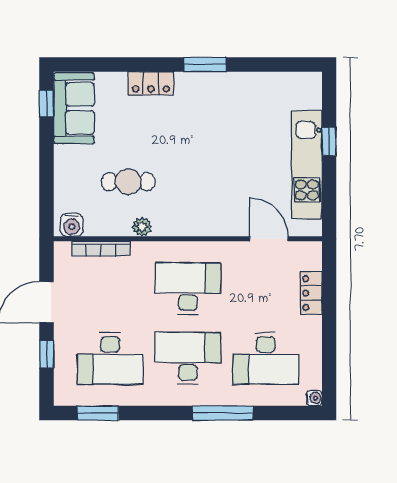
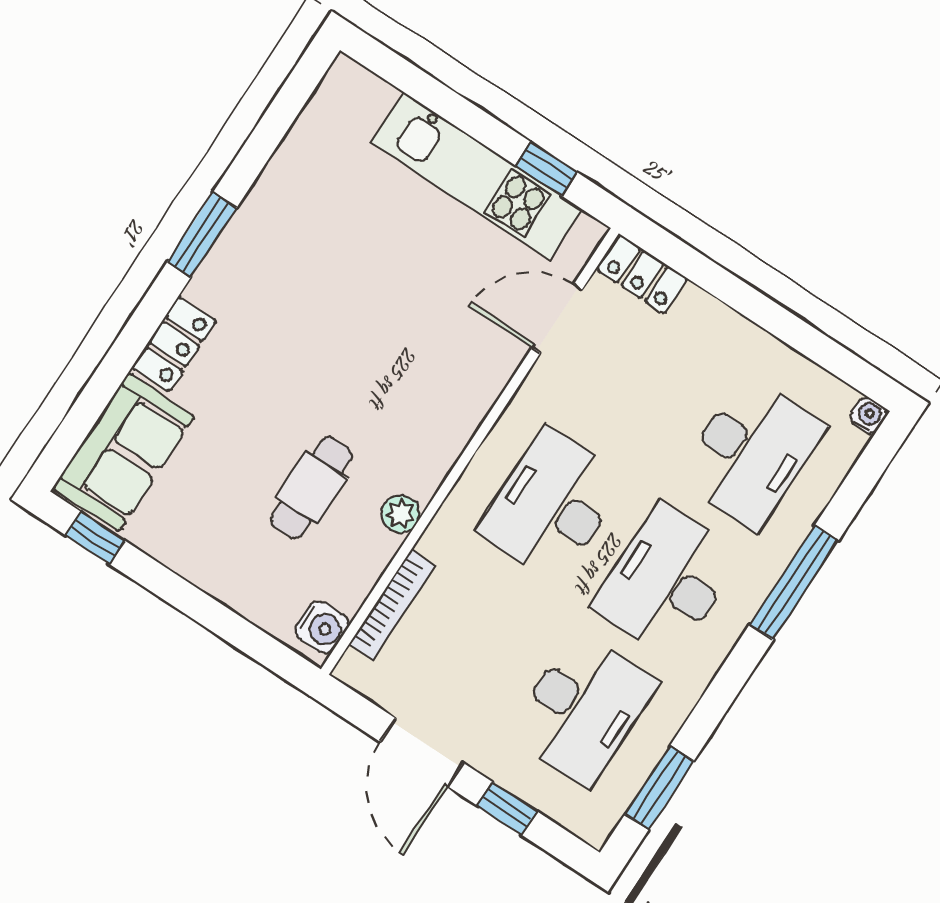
sofa: (74, 108) -> (124, 452), moved, turned 90
window: (329, 141) -> (546, 169), moved
locker: (311, 293) -> (643, 274), moved

